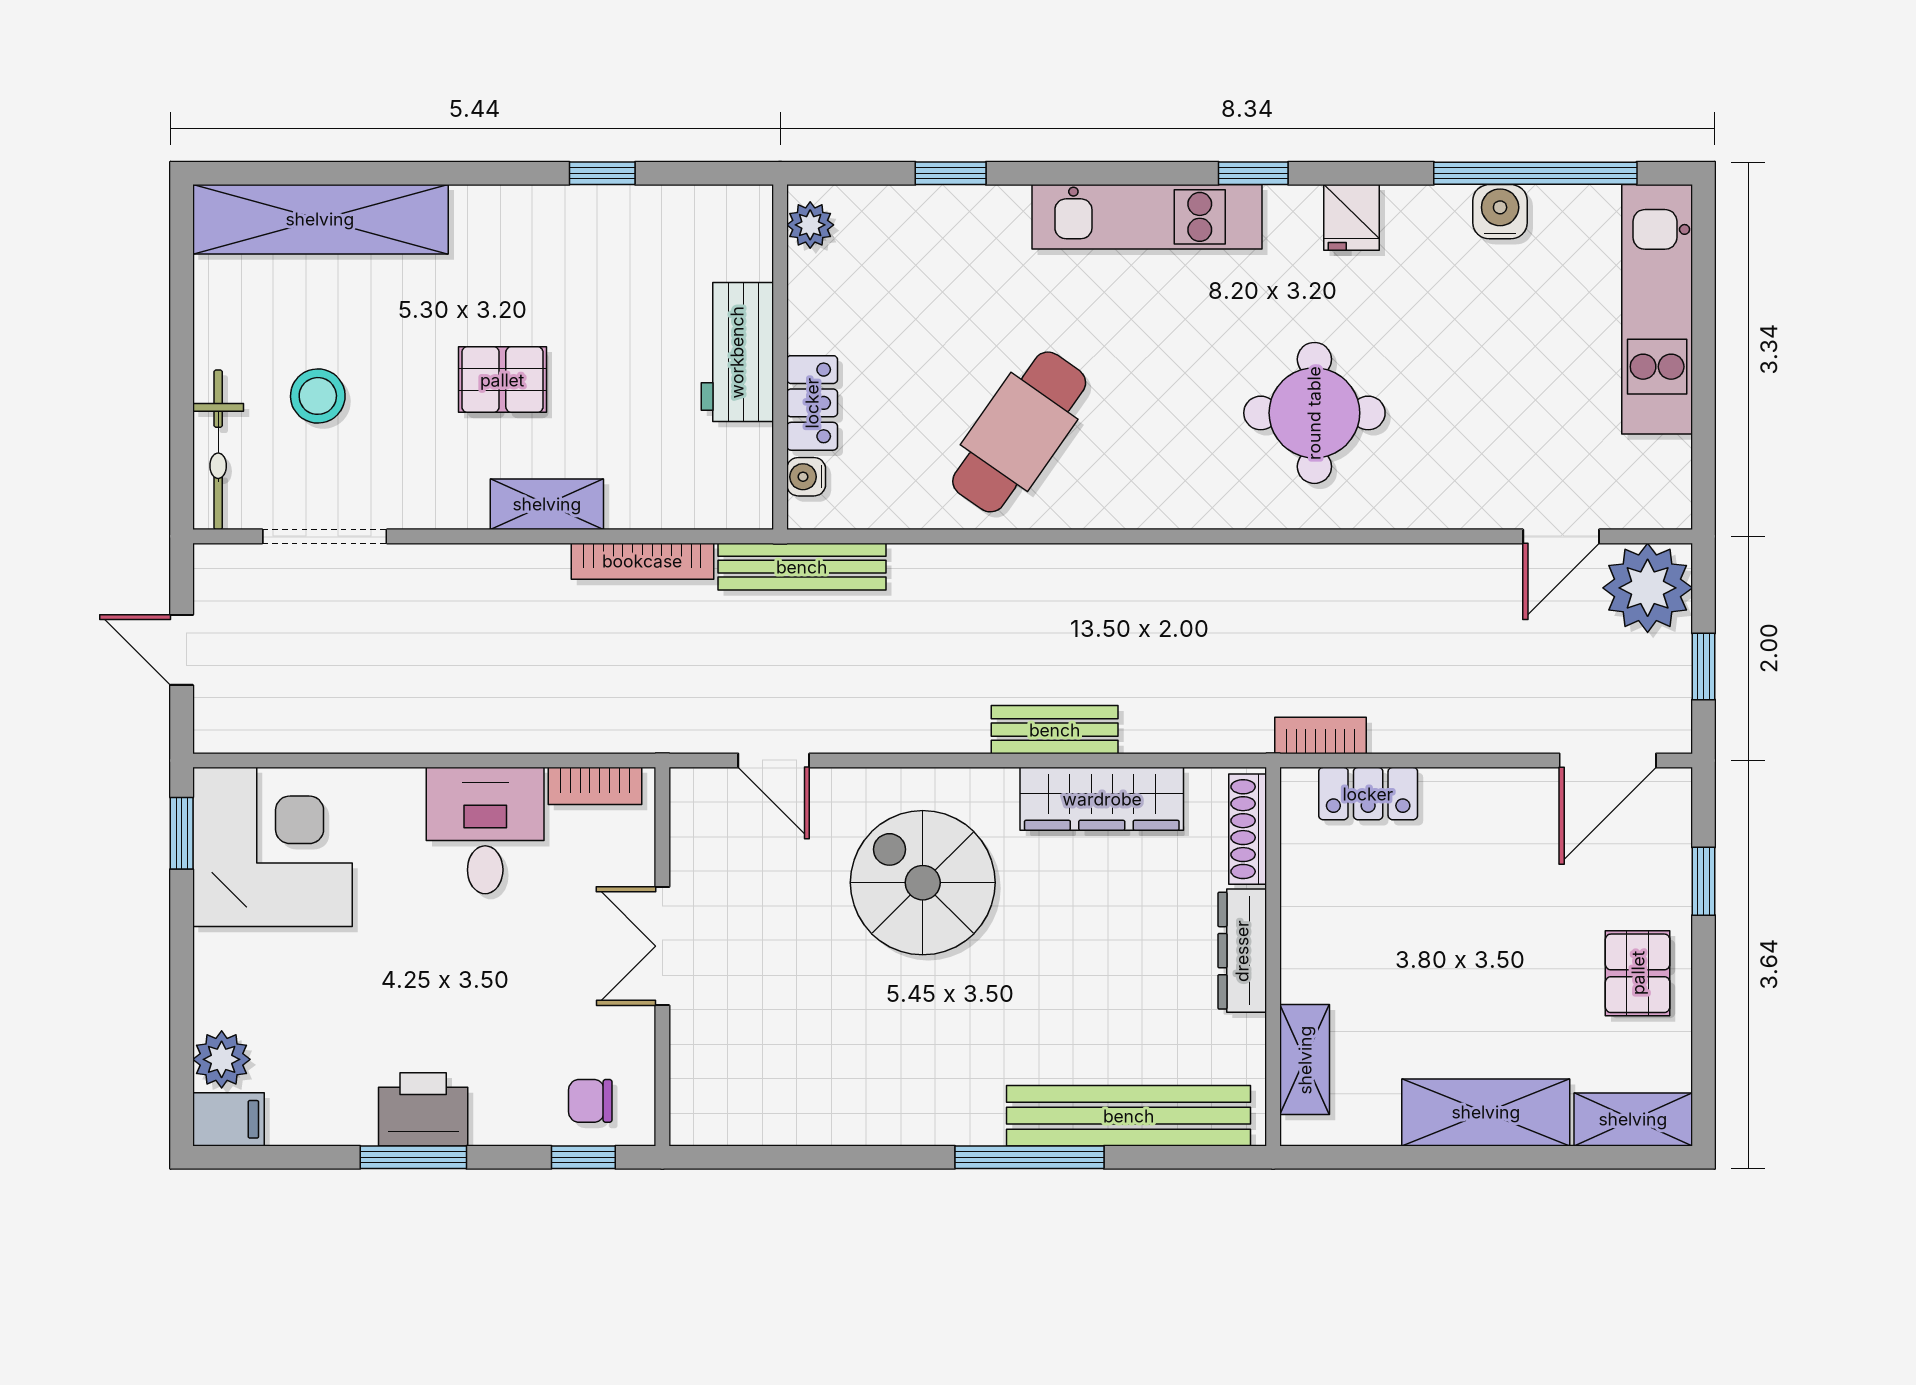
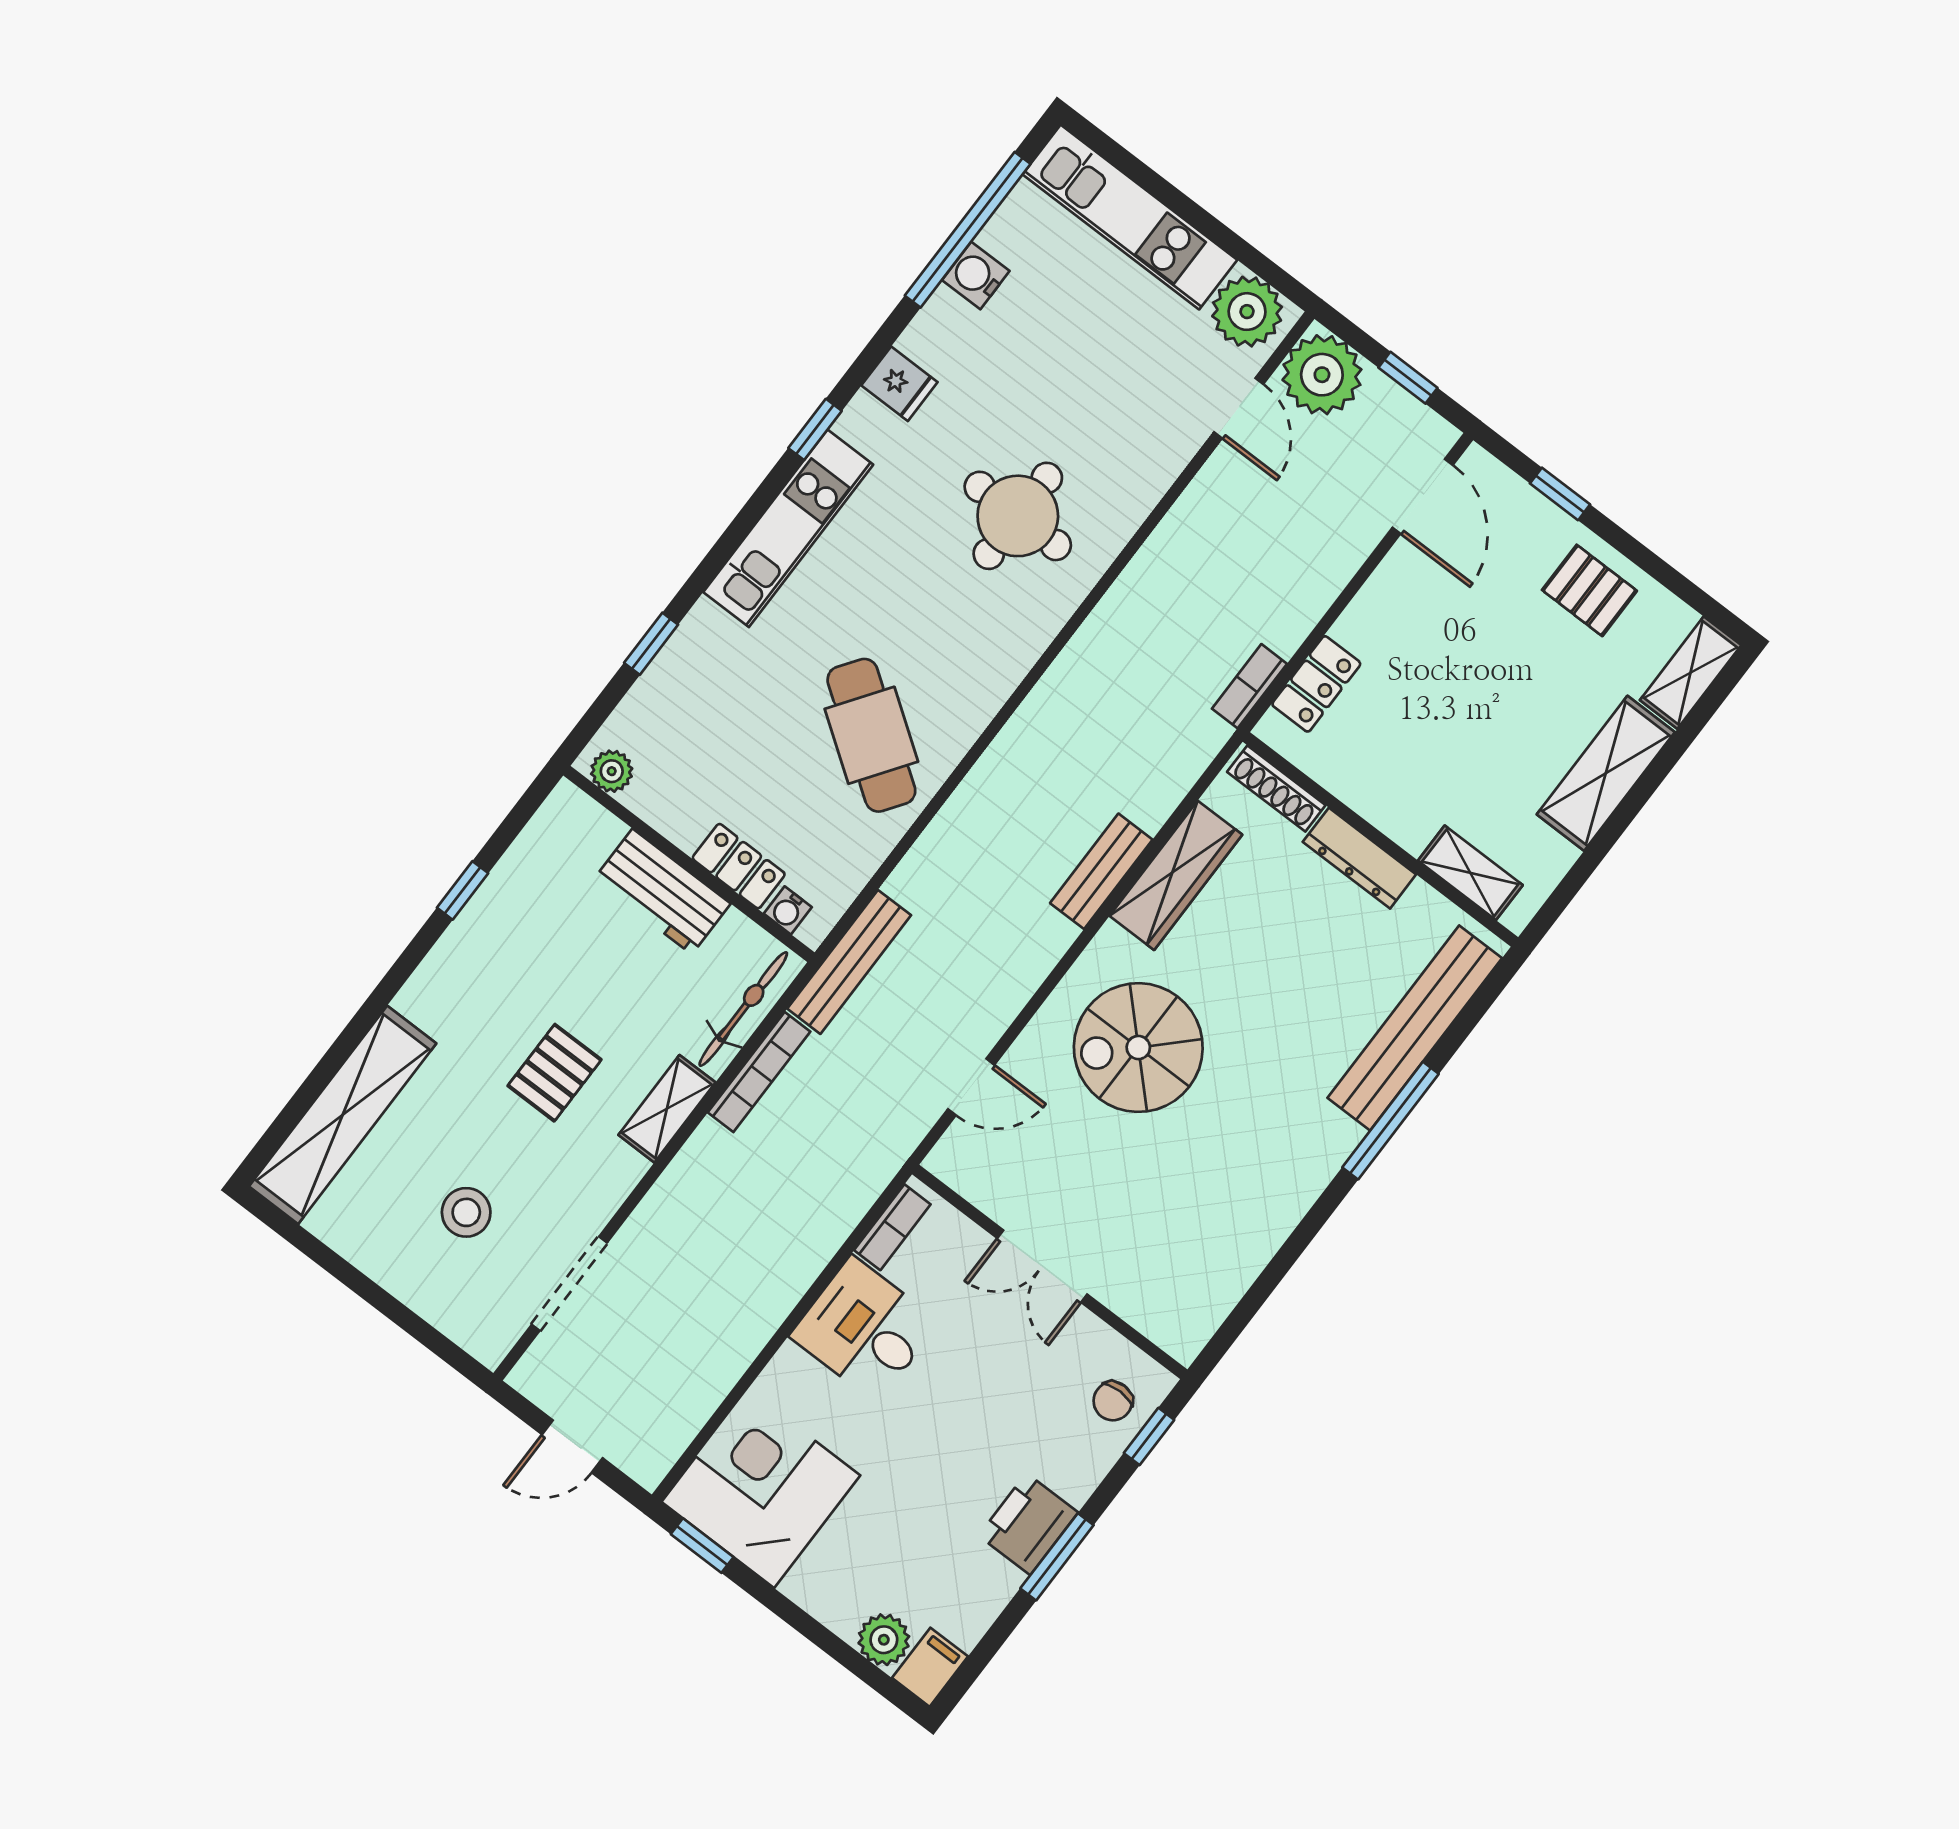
bicycle: (218, 450) -> (743, 1009), moved, turned -90
plant: (1653, 478) -> (1247, 312), added

